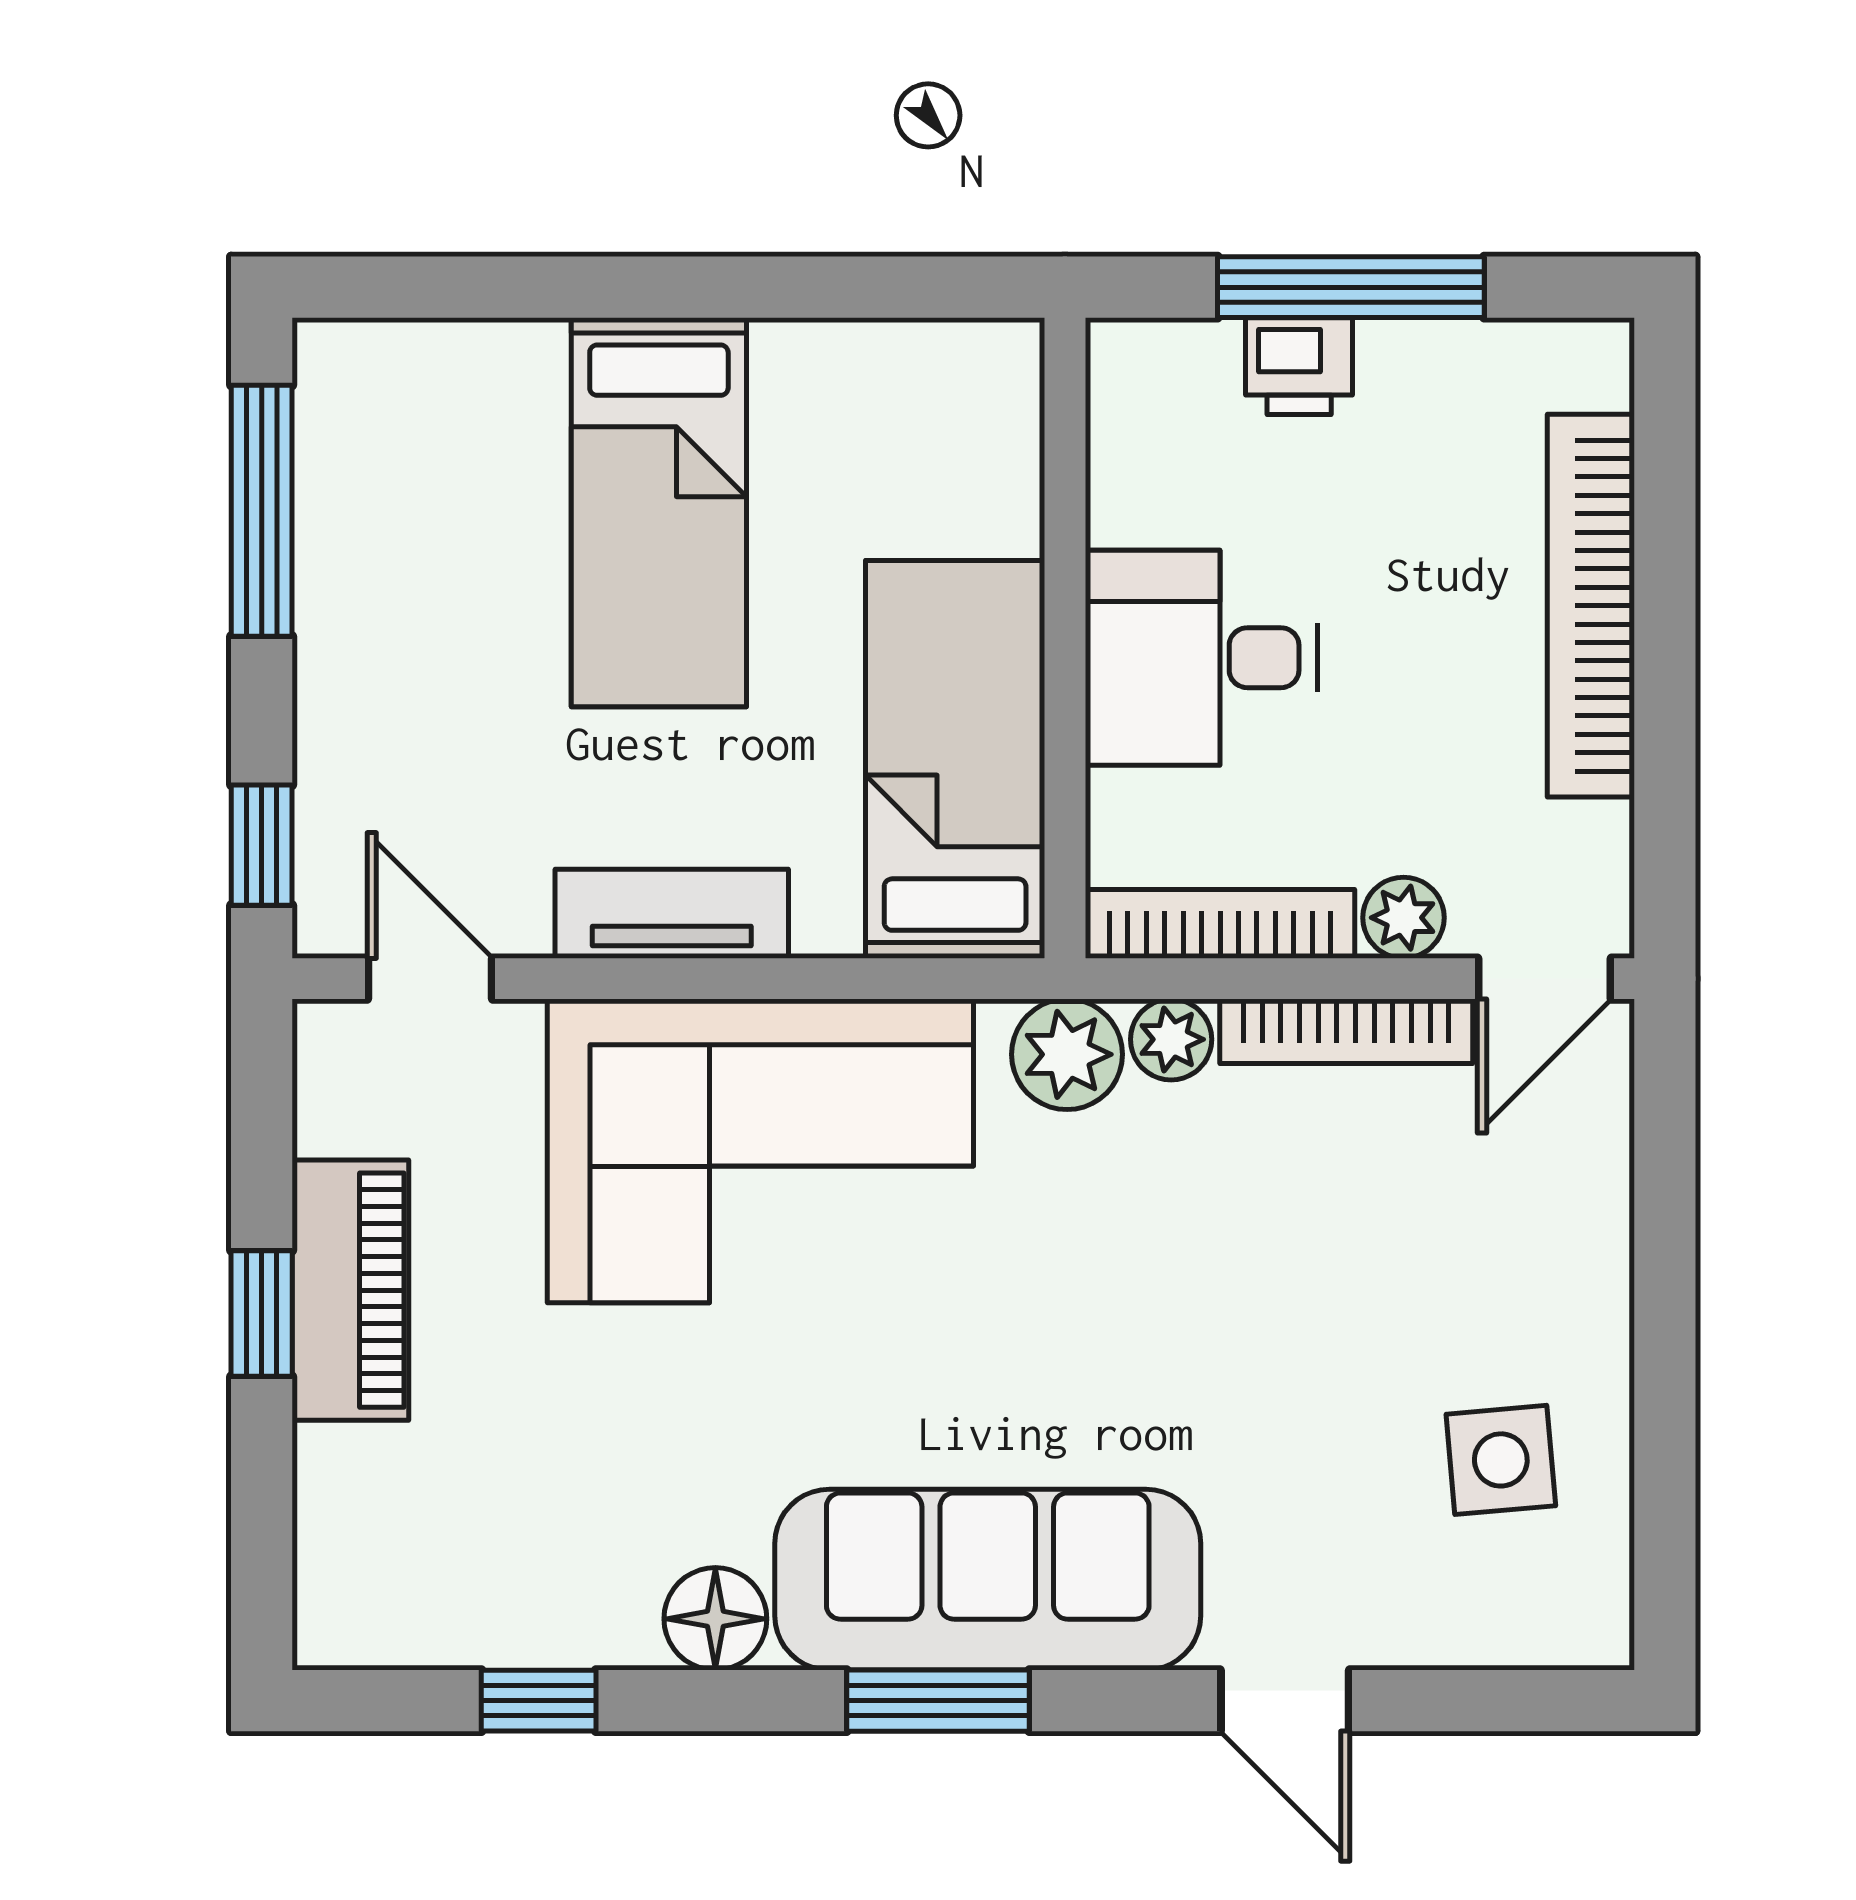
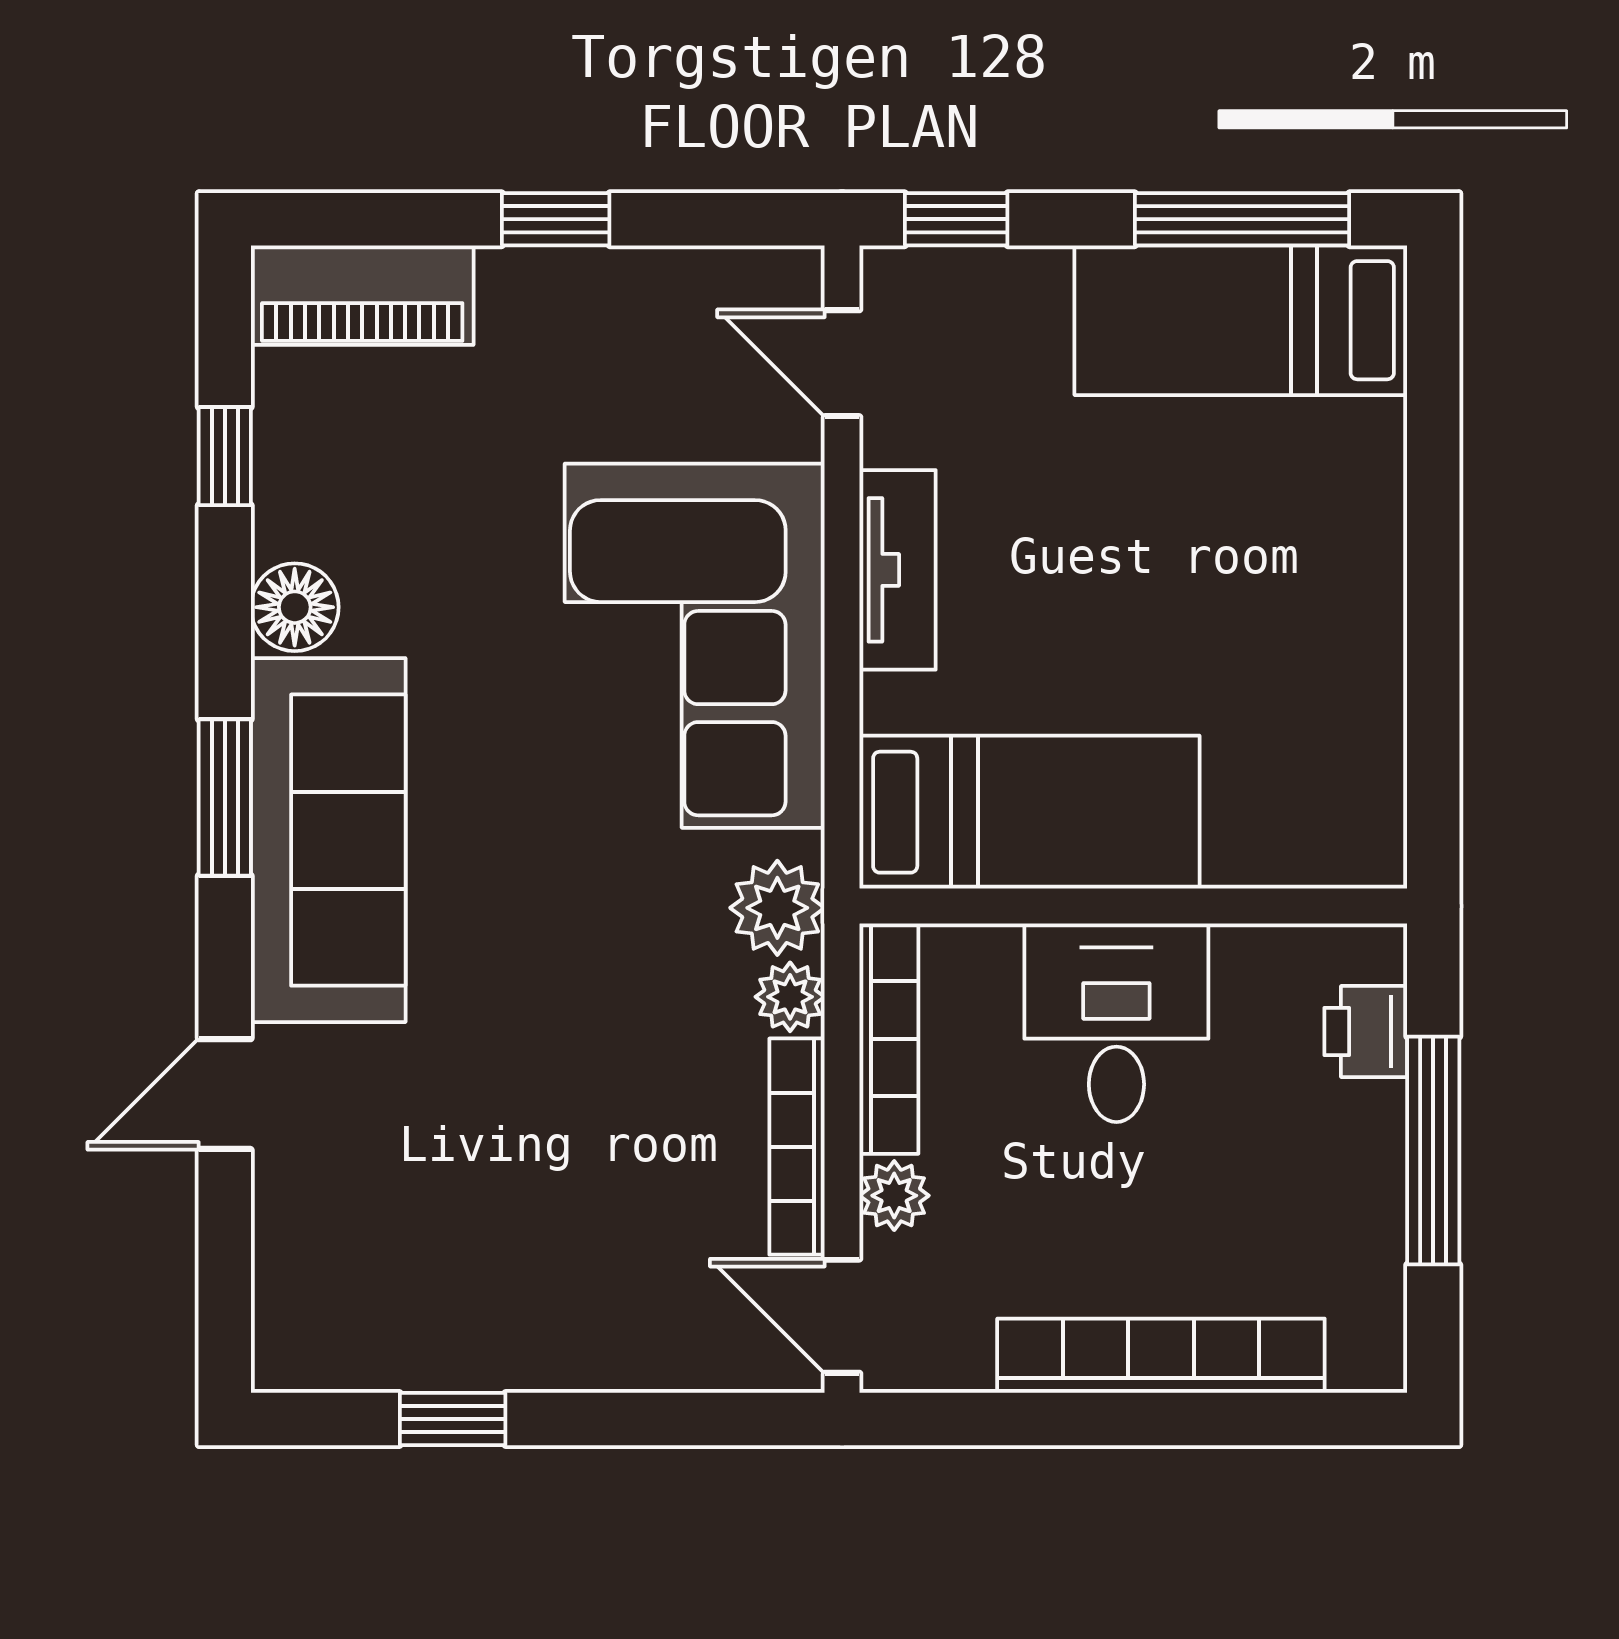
printer: (1299, 366) -> (1366, 1032), moved
bed: (659, 512) -> (1241, 320), moved
door: (430, 979) -> (842, 363), swing flipped
piano: (350, 1290) -> (362, 295), moved
window: (1665, 1434) -> (453, 1419), added
side table: (1501, 1460) -> (431, 1279), removed

